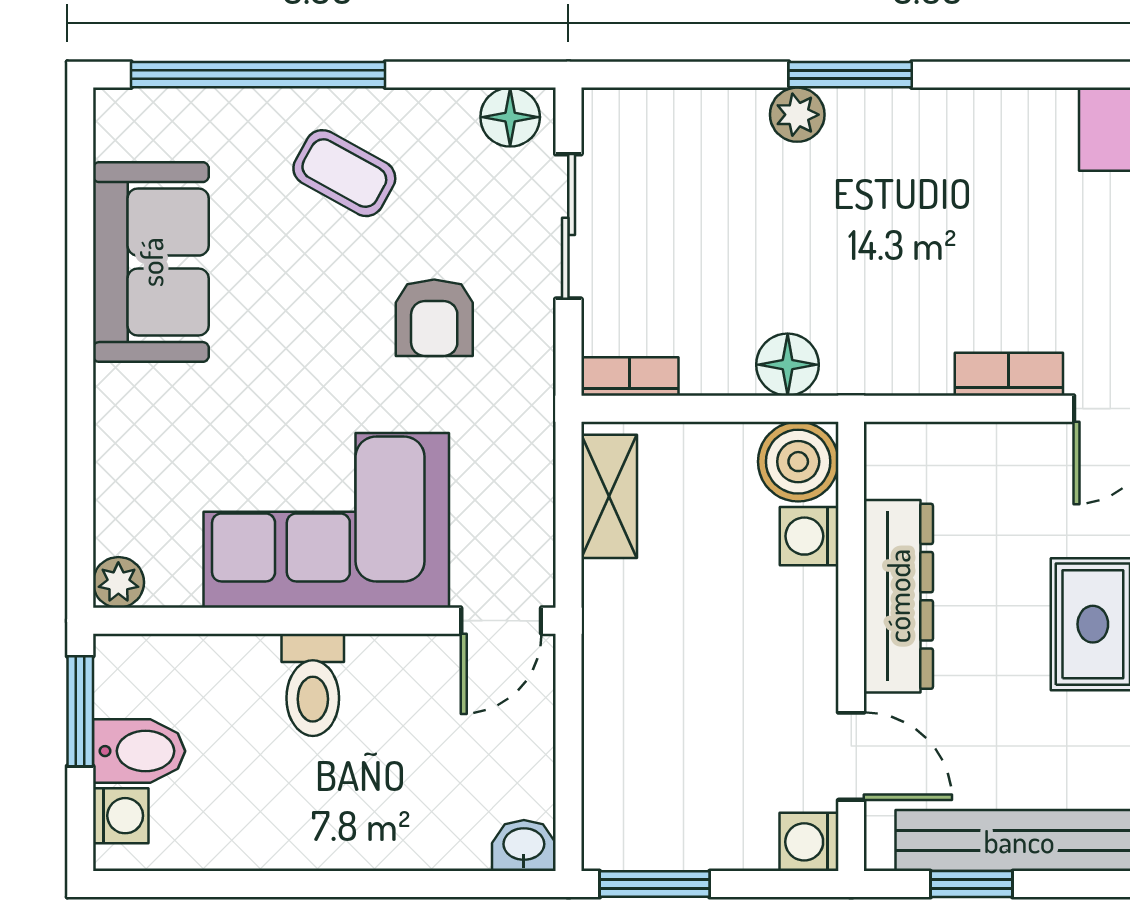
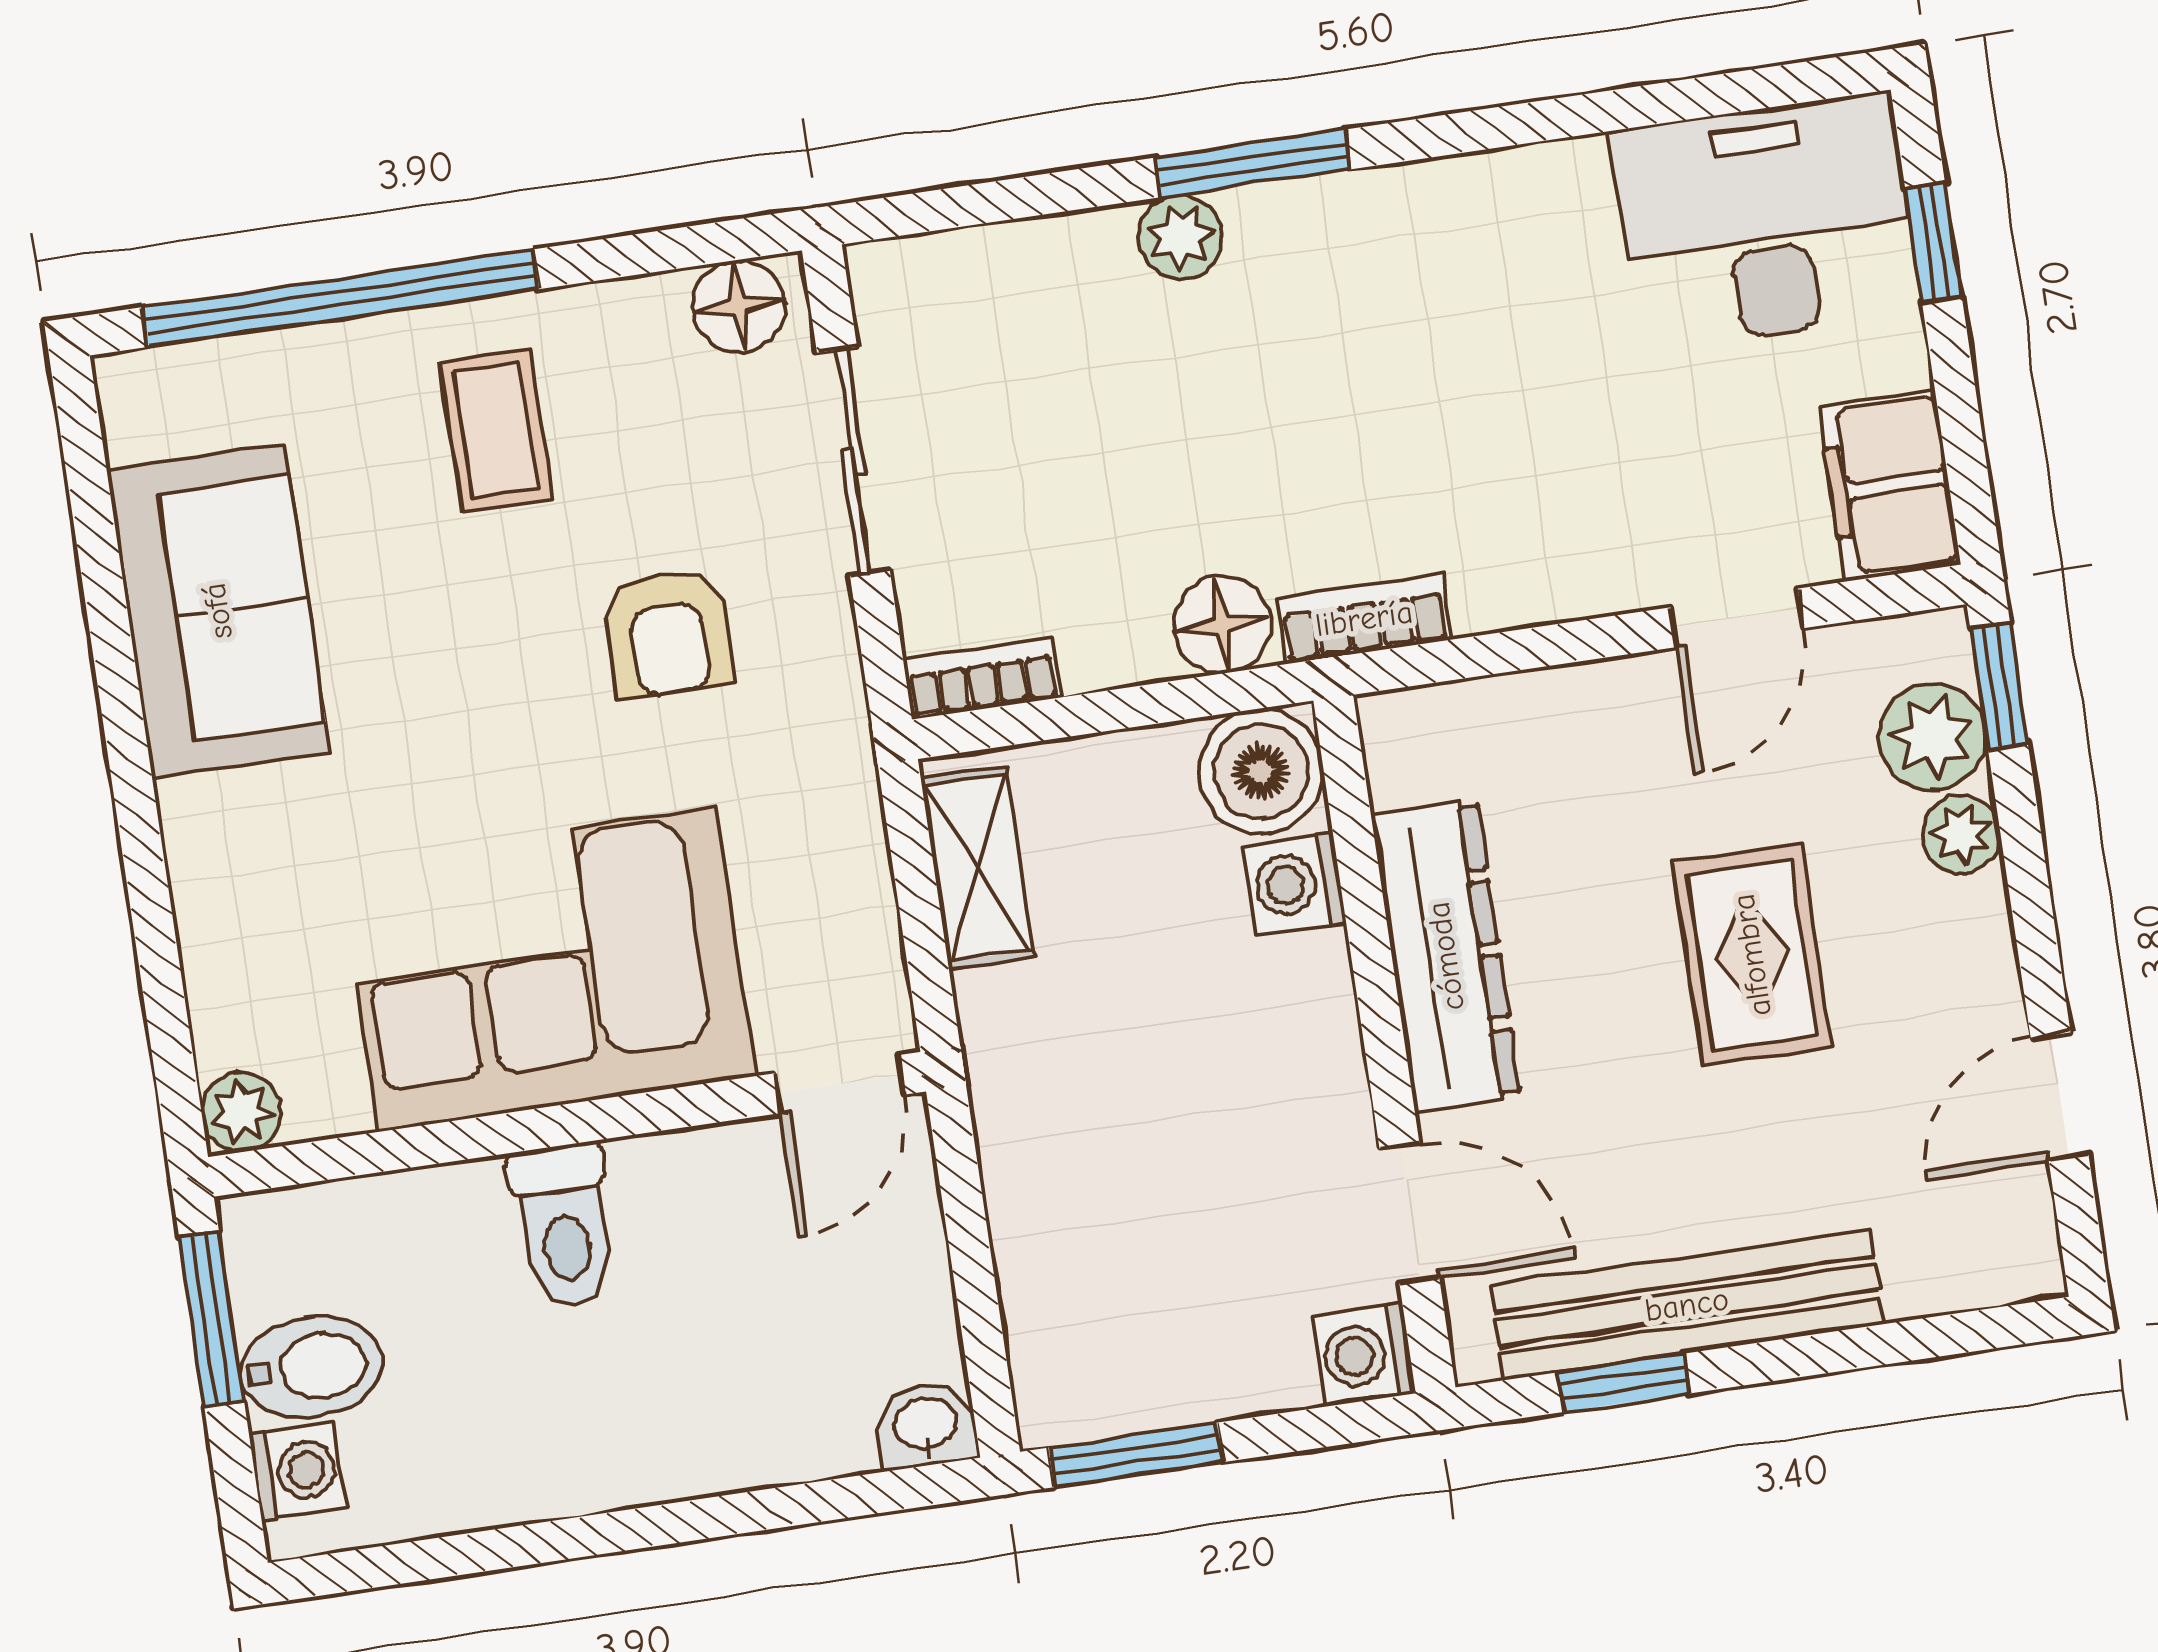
coffee table: (344, 173) -> (496, 430), turned 61
bookcase: (1009, 374) -> (1364, 619), moved

